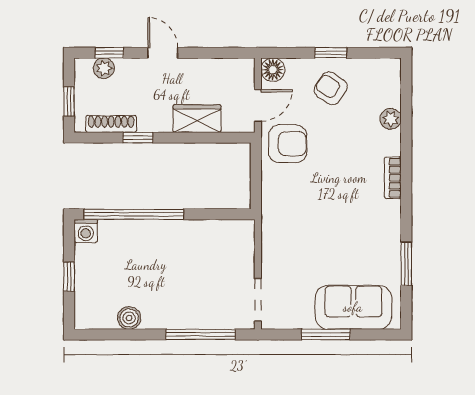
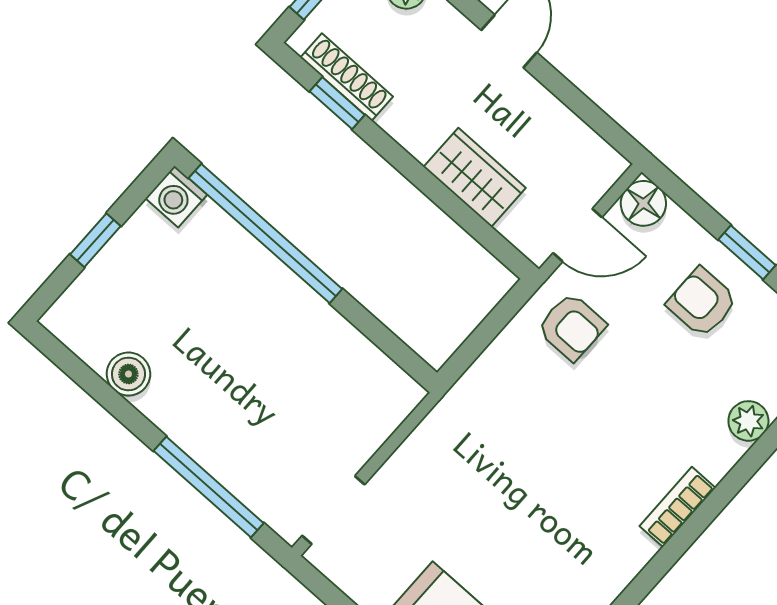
armchair: (331, 88) -> (702, 302), turned -34
window: (138, 138) -> (337, 103), moved
armchair: (288, 144) -> (572, 327), width x0.72, depth x0.72

